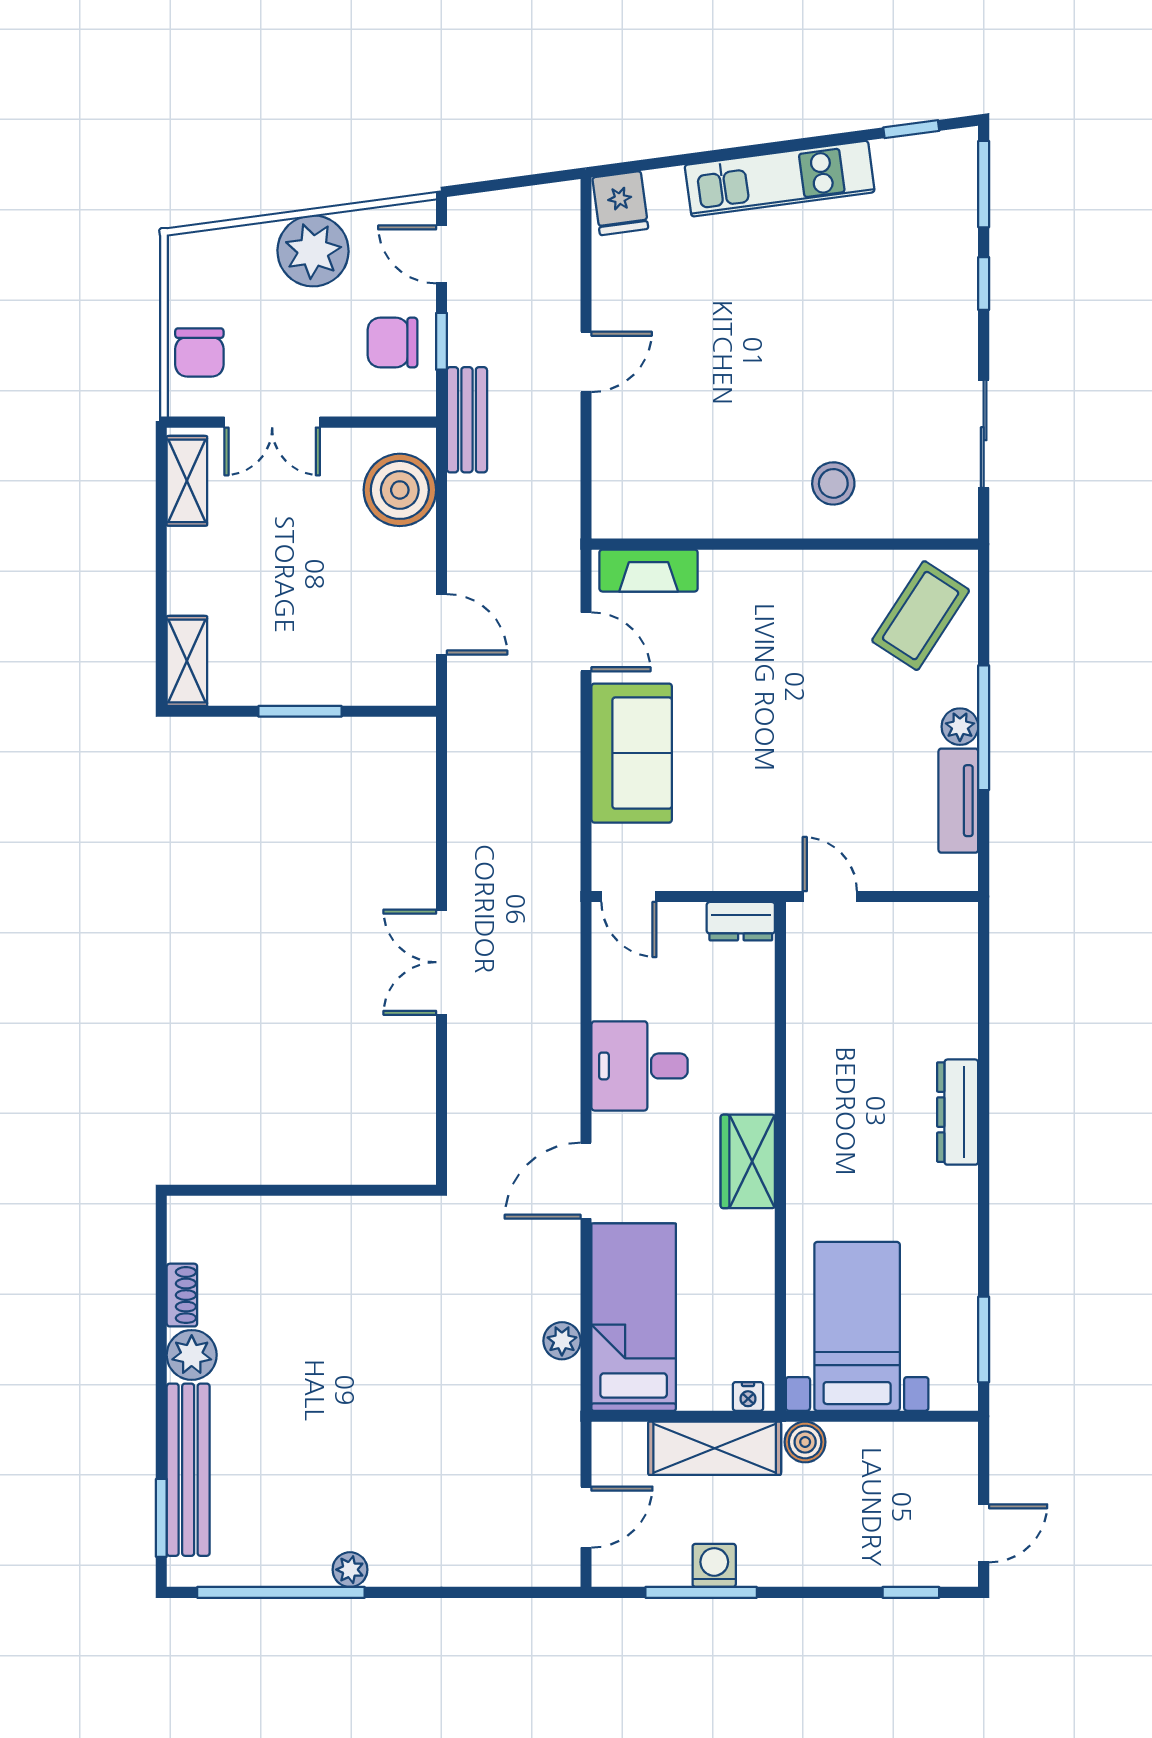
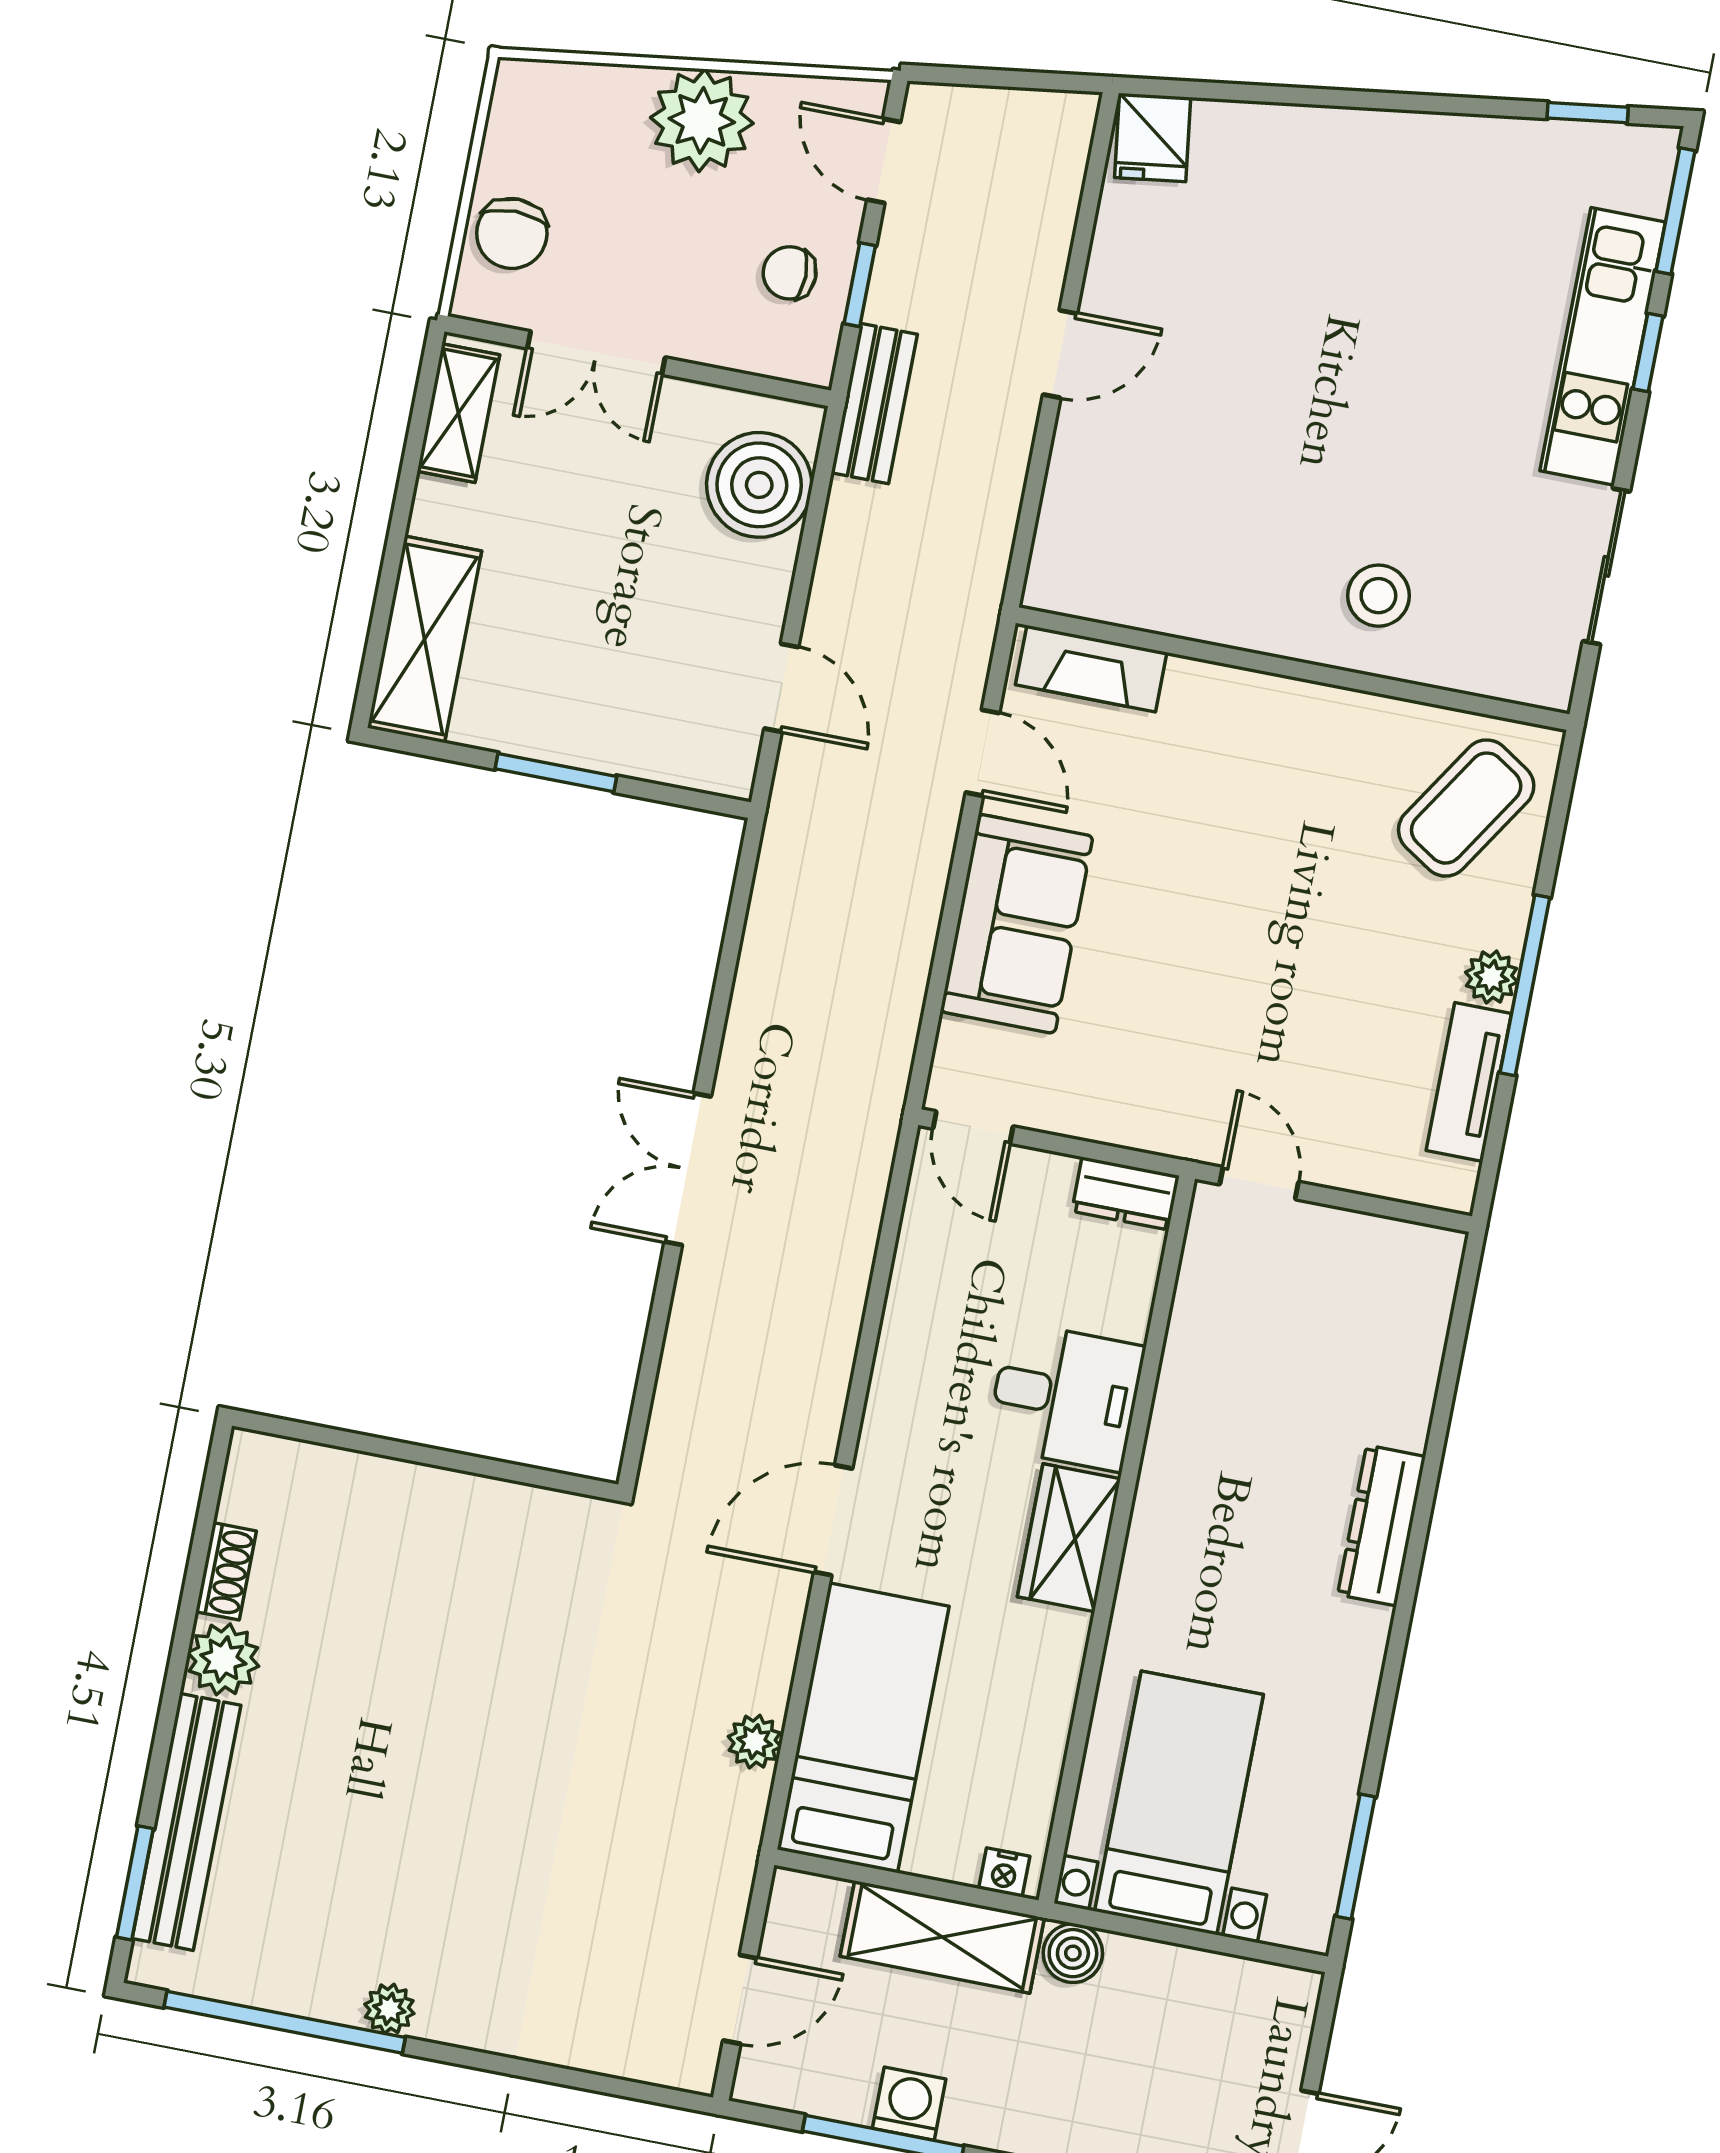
kitchen unit: (780, 179) -> (1603, 346), moved, turned 98
chair: (392, 343) -> (790, 273), width x0.73, depth x0.73
shelving: (187, 661) -> (425, 639), width x1.50, depth x1.33
desk: (640, 1066) -> (1065, 1397), moved, turned 180

